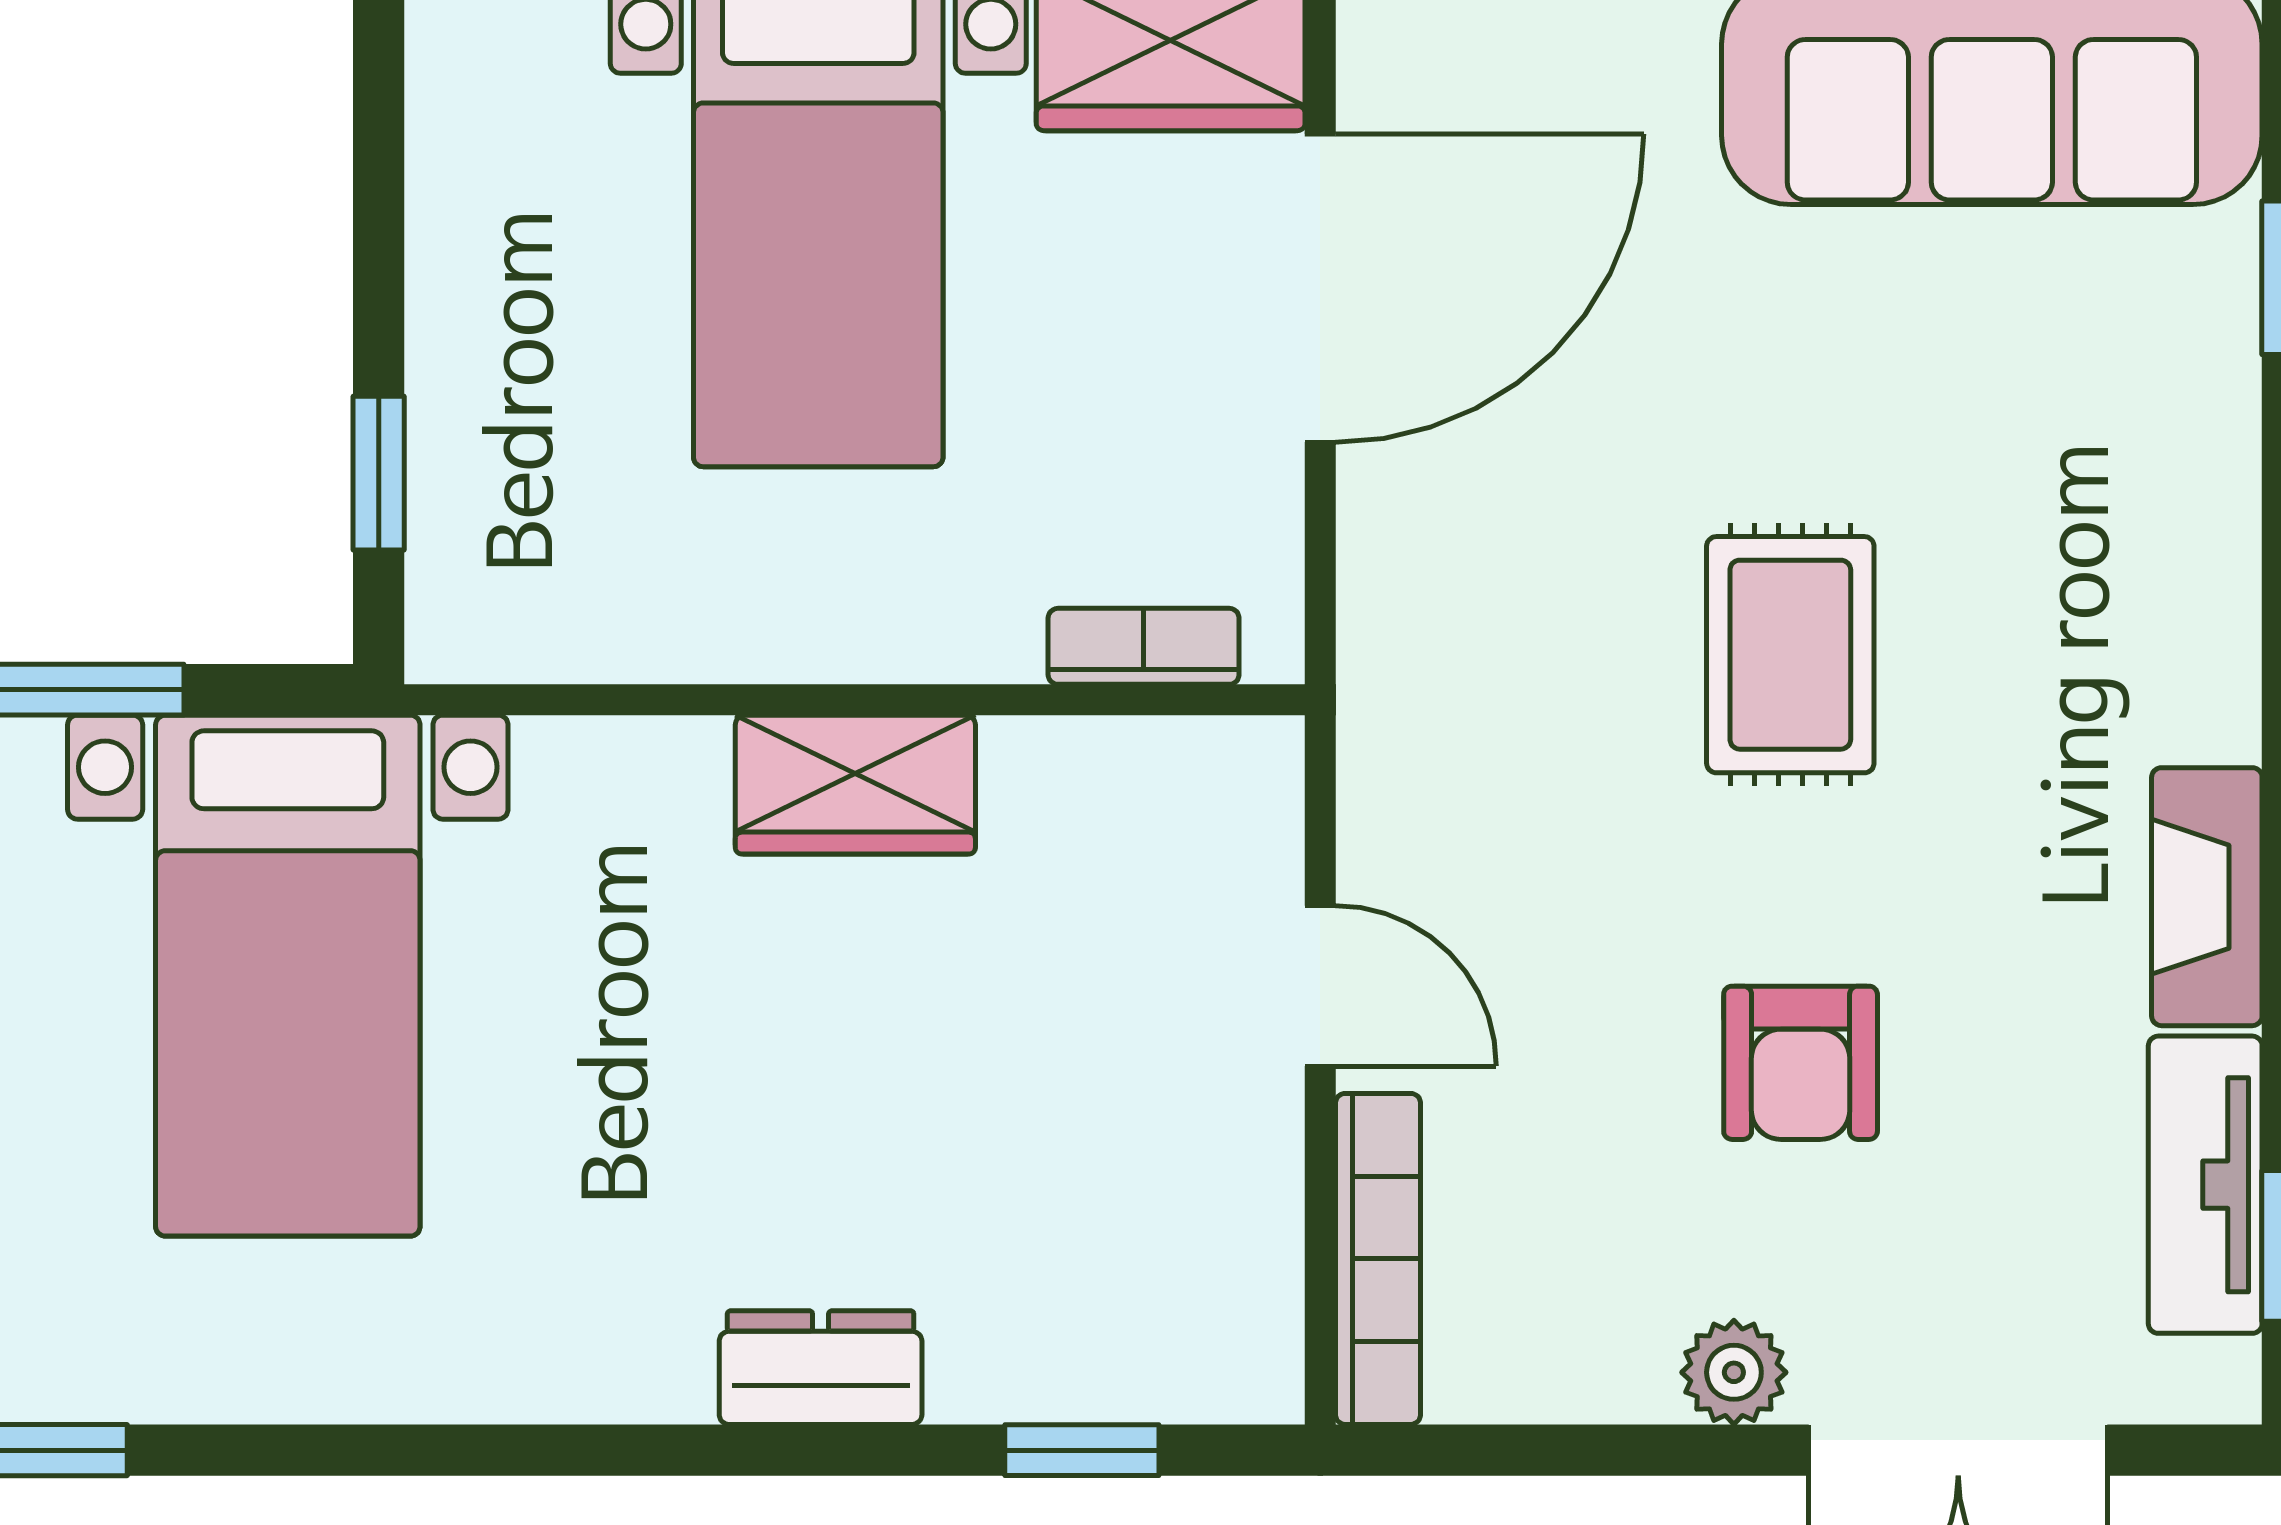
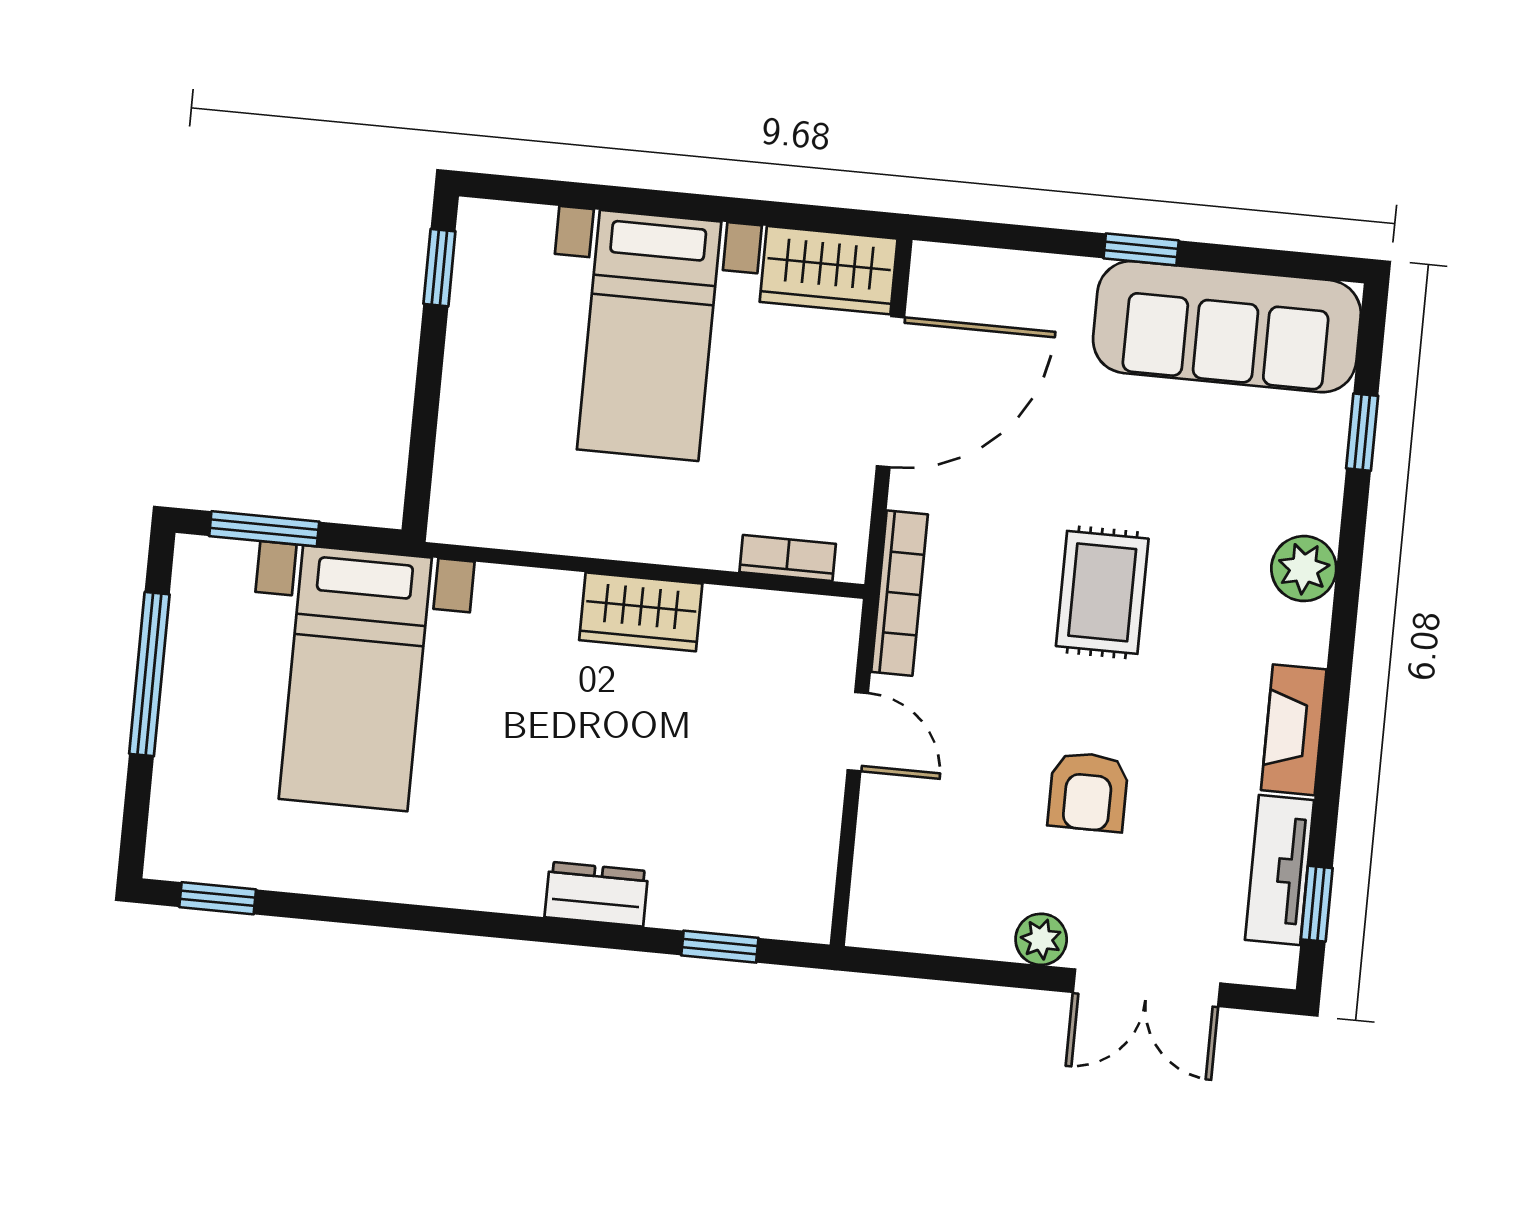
window: (379, 473) -> (439, 268), moved
plant: (2196, 567) -> (1304, 569), added
bookcase: (1378, 1259) -> (899, 593), moved

